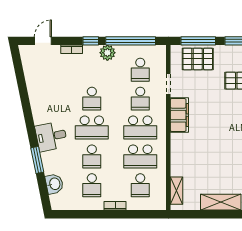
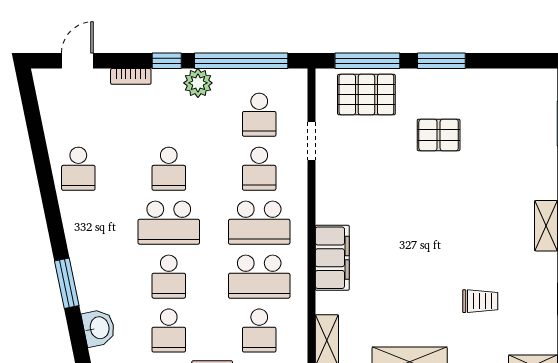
school desk: (43, 99) -> (78, 169), added
filing cabinet: (179, 115) -> (332, 258), moved
desk: (51, 136) -> (93, 239), removed

